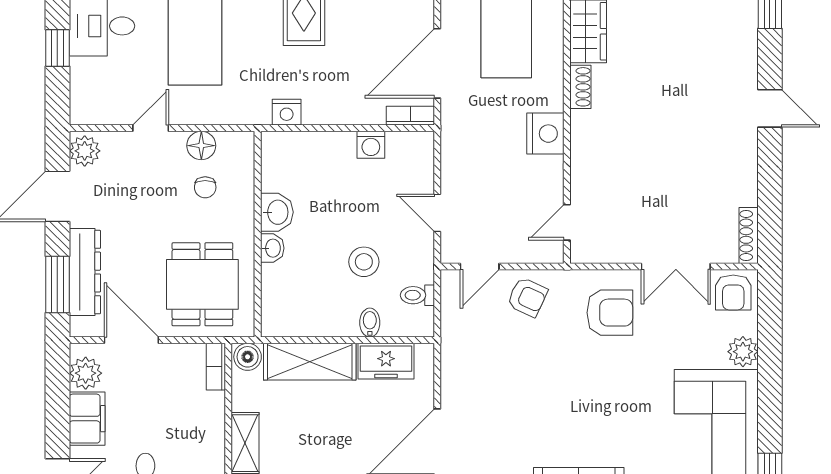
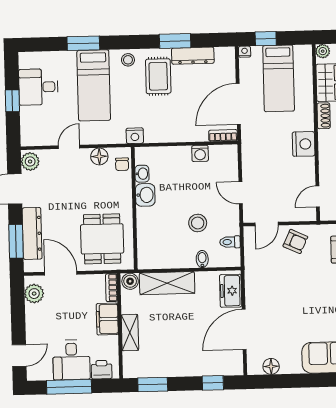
nightstand: (287, 112) -> (135, 136), moved
chair: (205, 187) -> (122, 164), moved
washbasin: (272, 248) -> (142, 174), moved
freezer: (386, 361) -> (231, 291), moved, turned 90
filing cabinet: (87, 419) -> (107, 319), moved, turned 180

